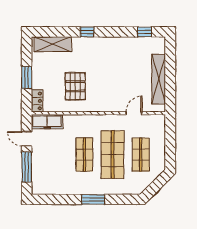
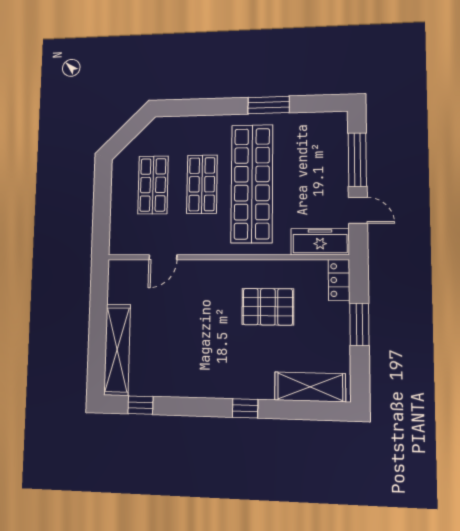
shelving: (159, 79) -> (117, 350), moved
pallet: (75, 86) -> (268, 307), turned 90
shop shelf: (84, 155) -> (252, 184), width x2.00, depth x1.36
shop shelf: (113, 155) -> (202, 184), width x0.70, depth x0.74
window: (93, 199) -> (269, 105), moved

